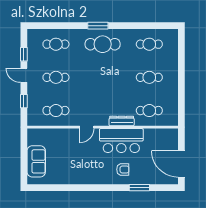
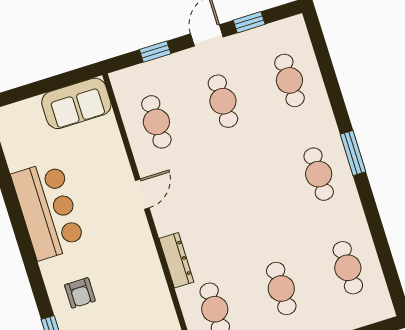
cafe table: (103, 44) -> (319, 174), width x0.73, depth x0.74
door: (87, 127) -> (142, 194), swing flipped
bar counter: (121, 141) -> (48, 210), moved, turned 180
sofa: (36, 161) -> (76, 103), moved

